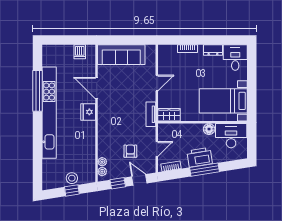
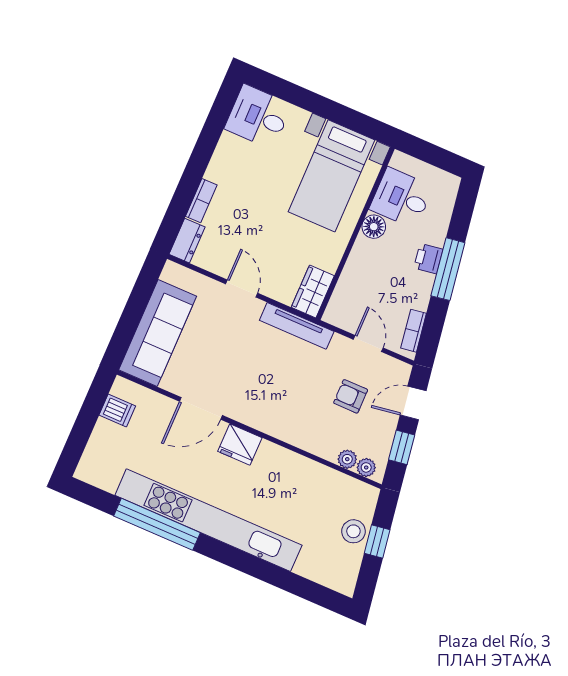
dresser: (213, 50) -> (187, 241), moved
tv unit: (151, 114) -> (297, 326), width x1.41
desk: (231, 136) -> (401, 198), width x0.73
printer: (200, 157) -> (428, 259), width x0.53, depth x0.68

